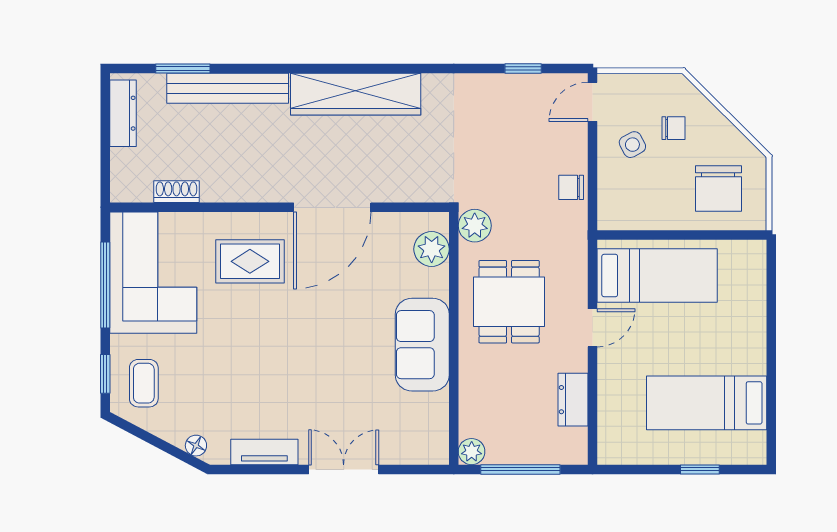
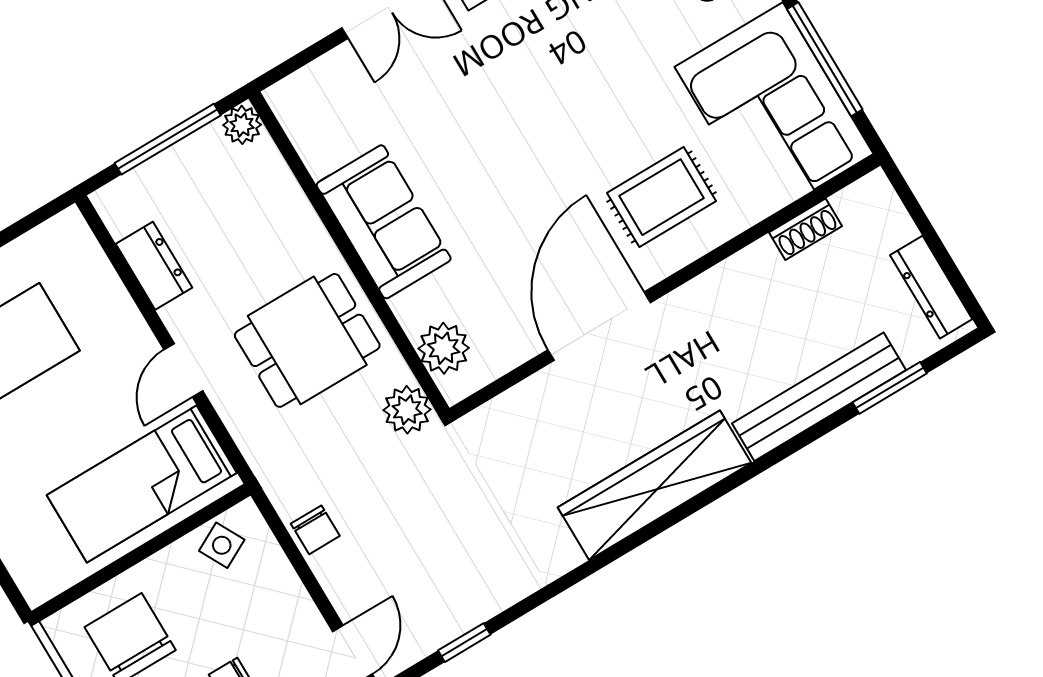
side table: (632, 145) -> (222, 545), moved
chair: (571, 187) -> (315, 530), turned 90
dining table: (509, 302) -> (307, 340), turned 90

